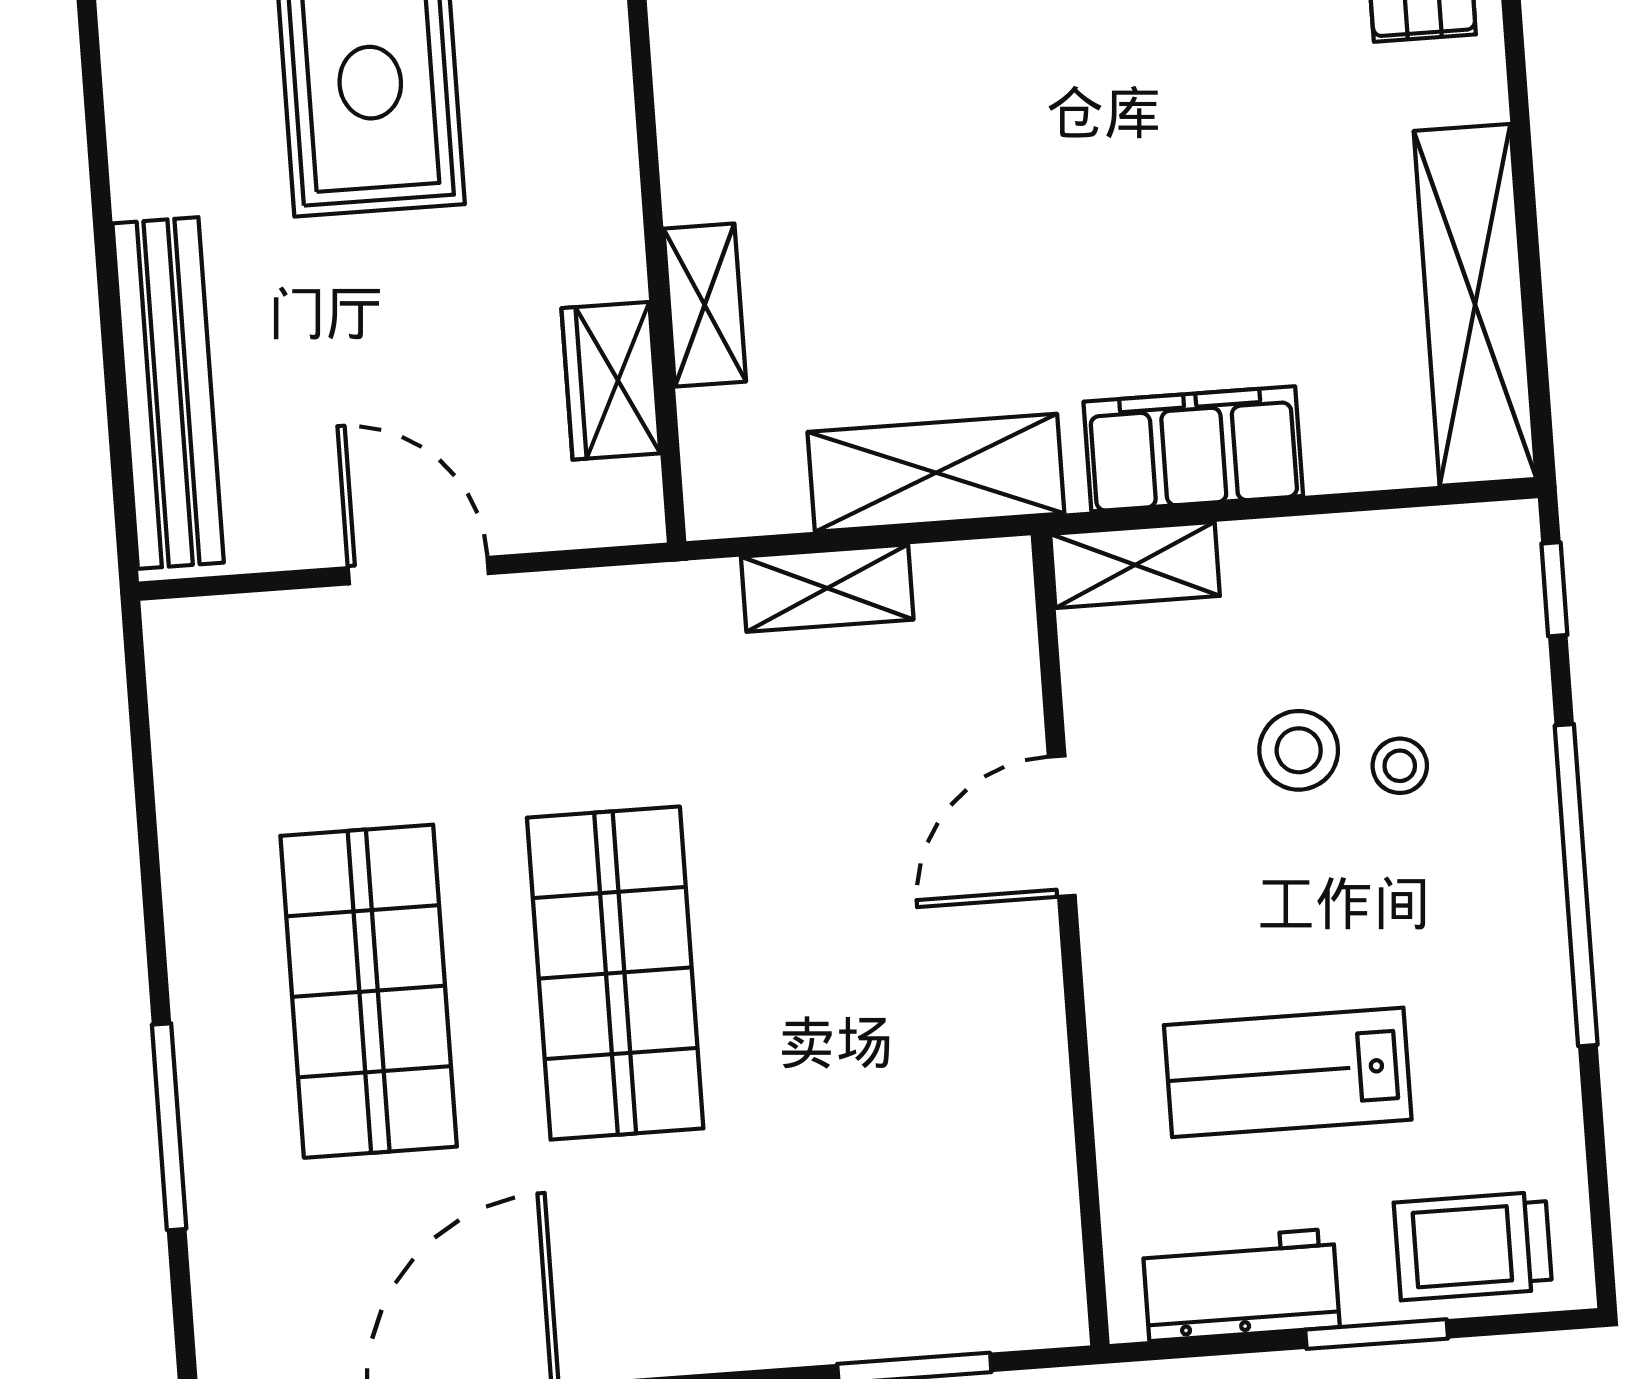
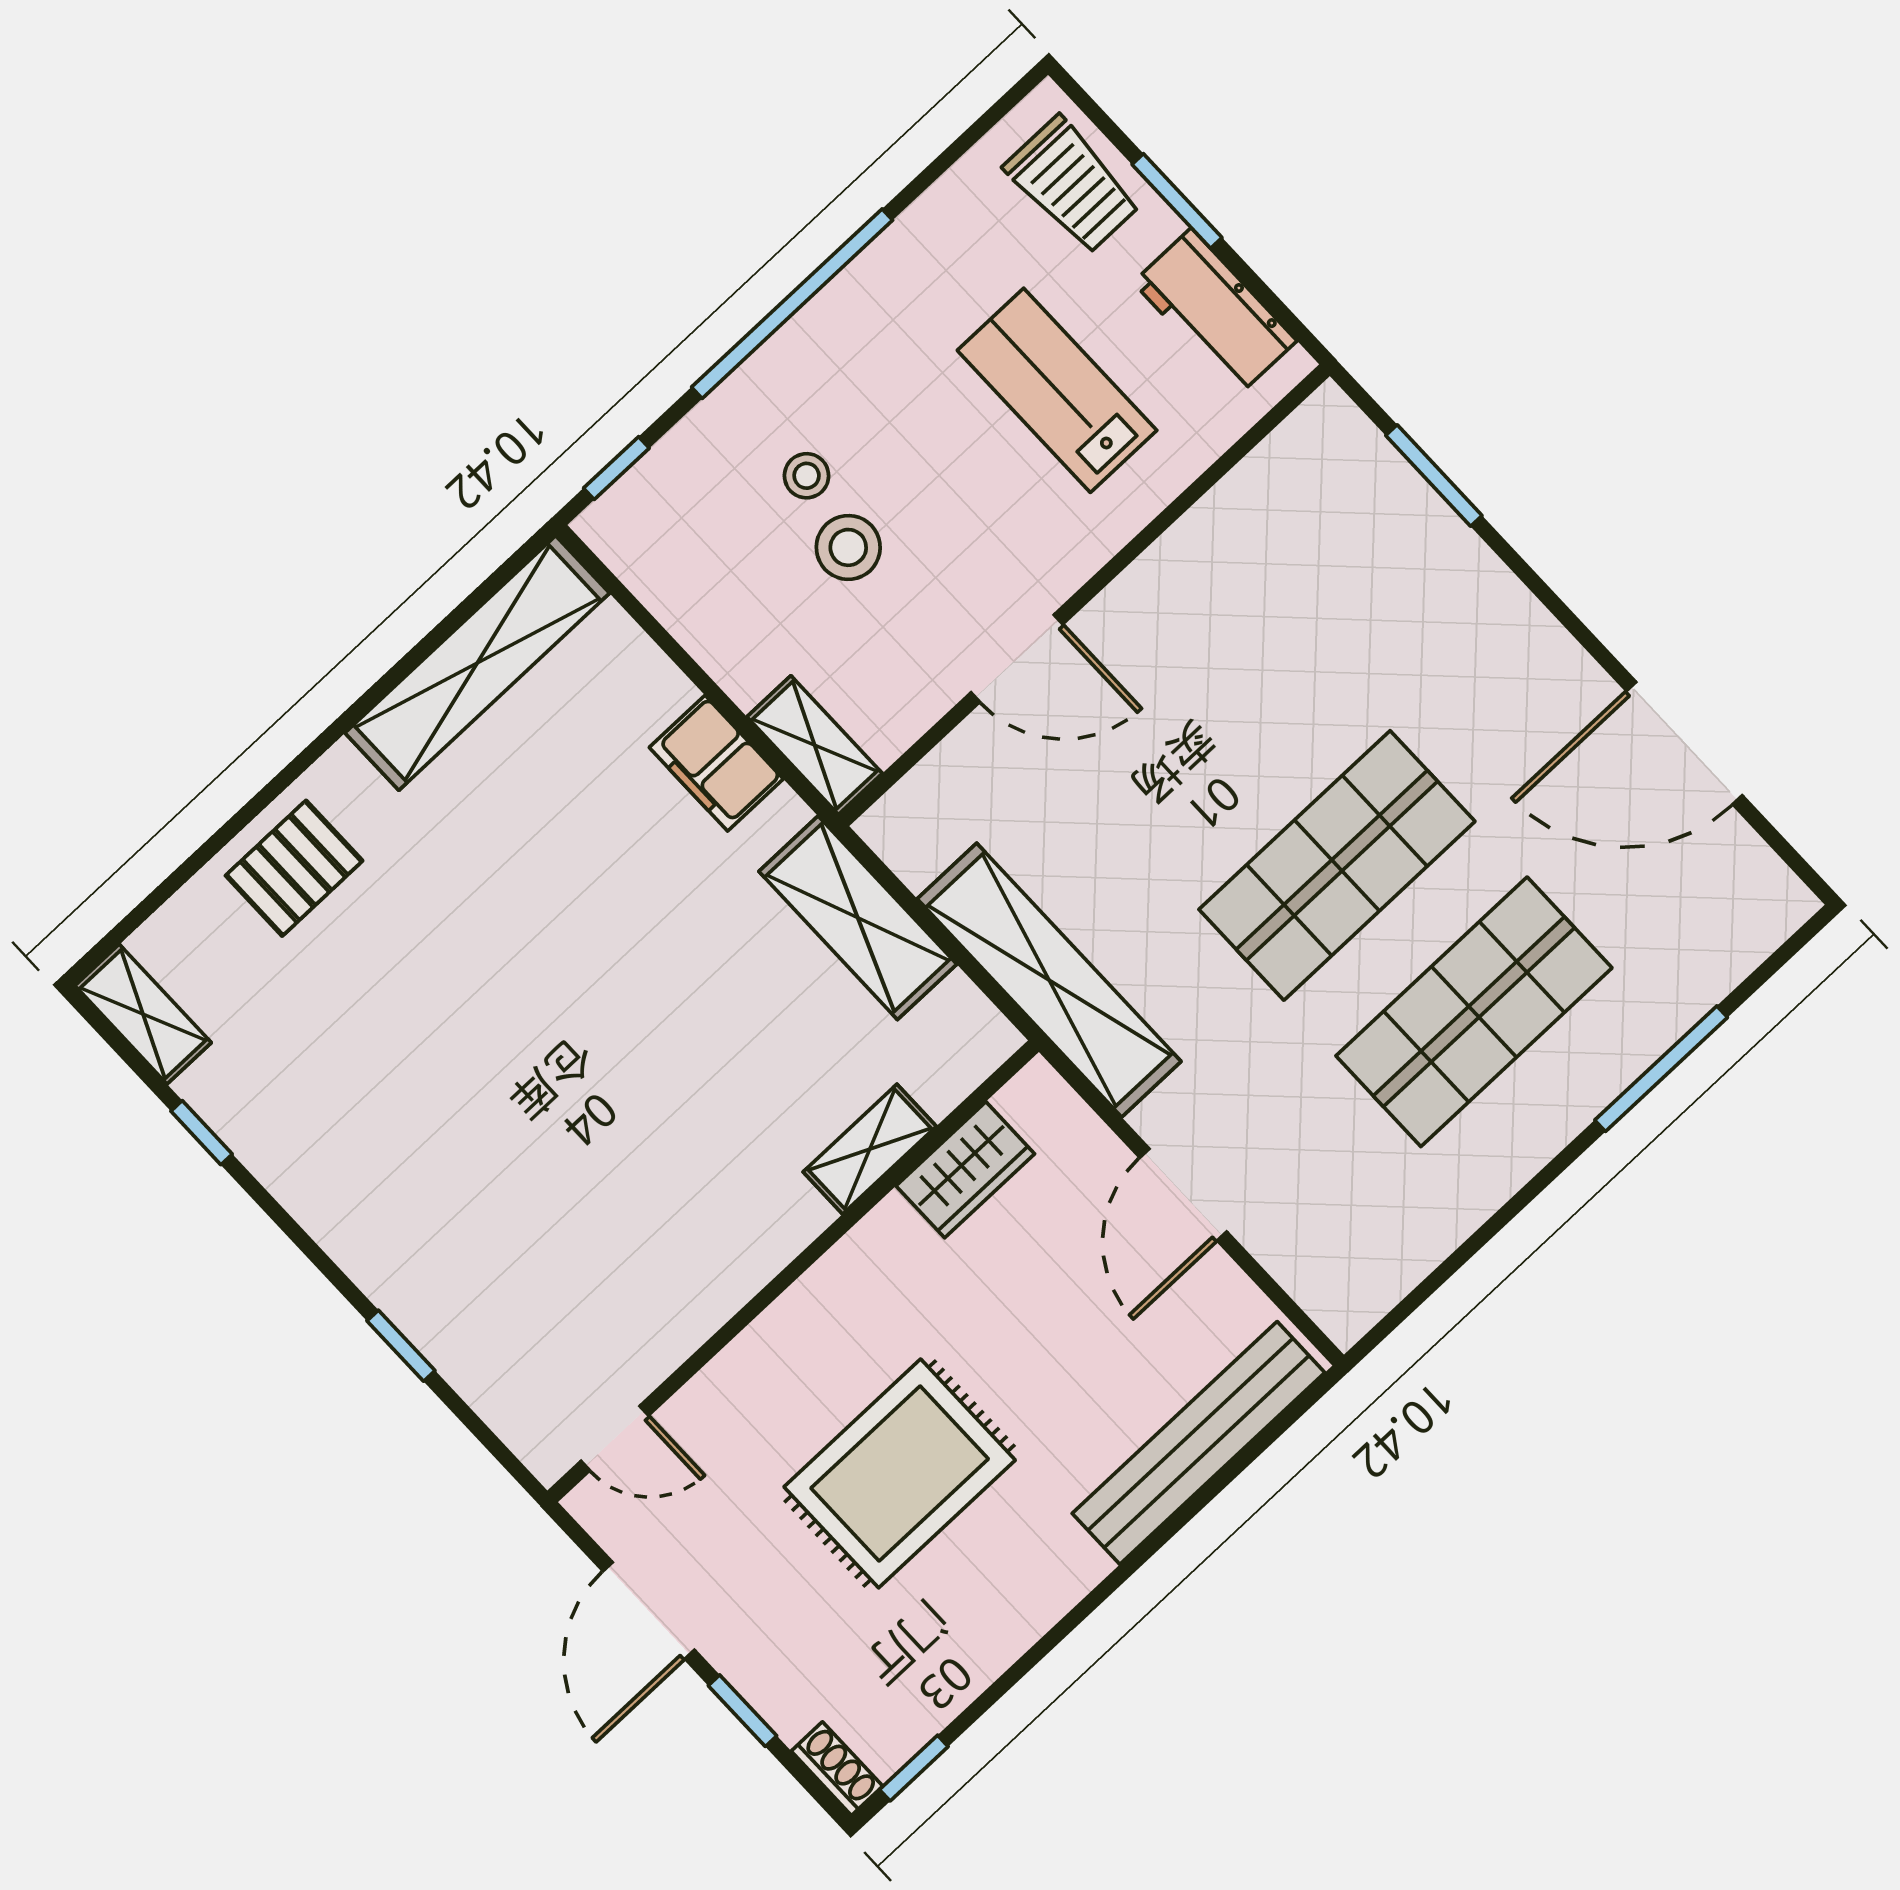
filing cabinet: (1193, 449) -> (716, 763), width x0.67, depth x0.86
shelving: (827, 588) -> (1049, 980), width x2.20, depth x1.33
lab bench: (1288, 1072) -> (1057, 390), turned 180

